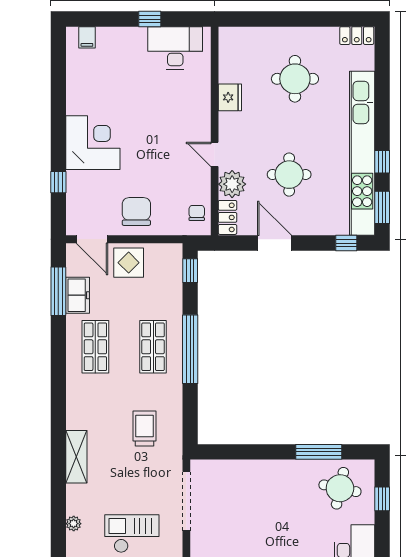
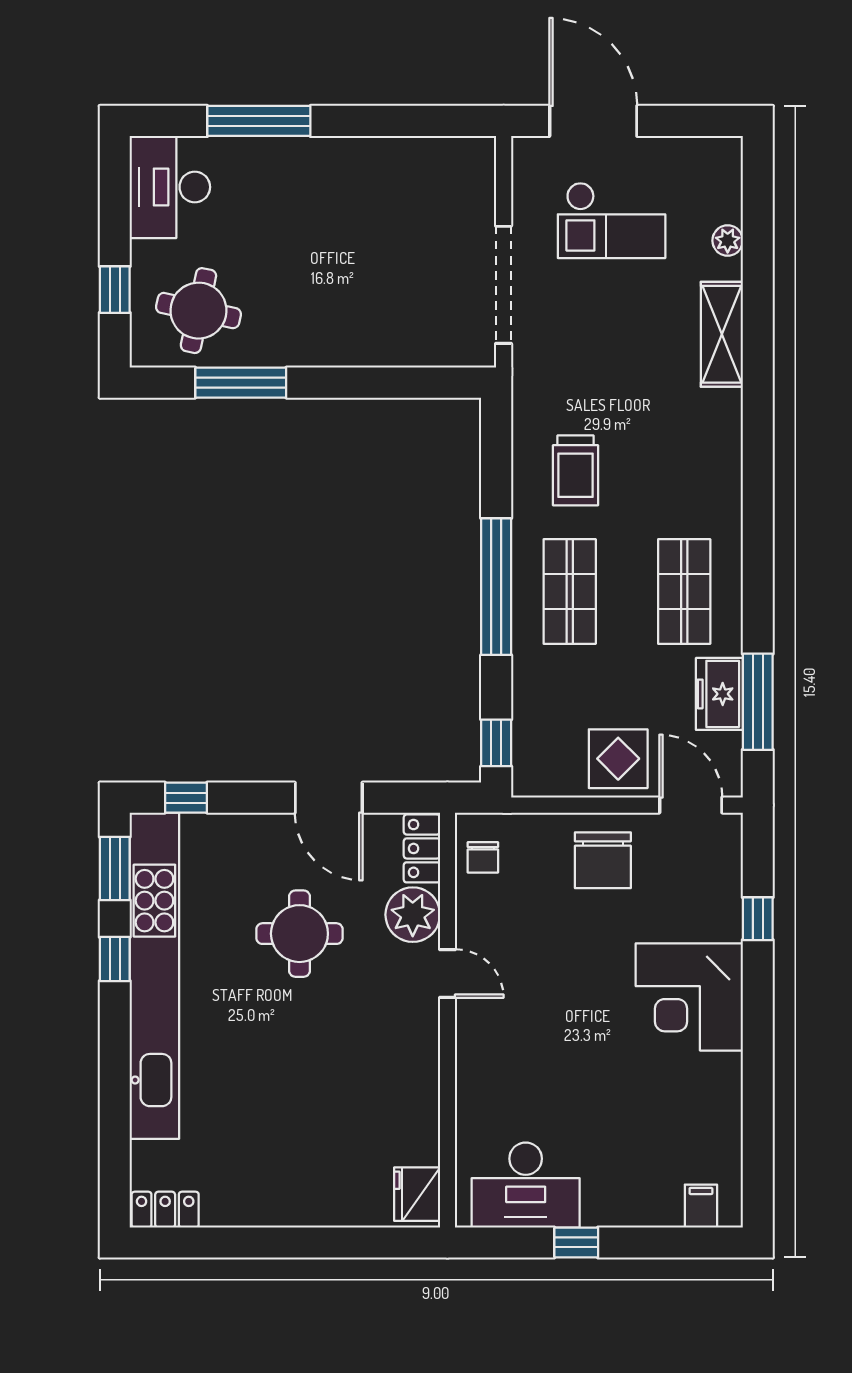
round table: (295, 79) -> (288, 1124), removed
fridge: (230, 97) -> (417, 1194), moved
trolley: (145, 428) -> (576, 470), moved
shelving: (76, 457) -> (722, 334), moved

